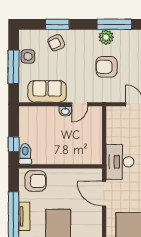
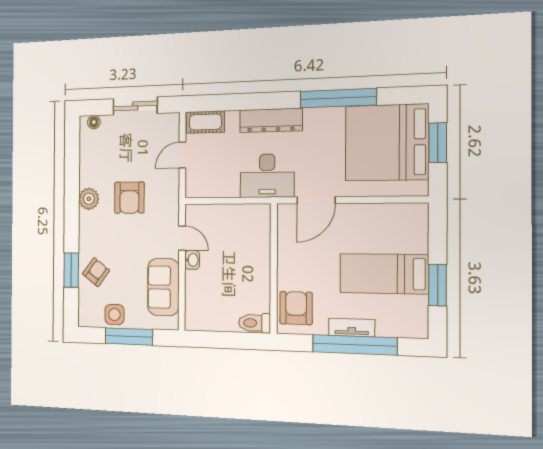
window: (114, 24) -> (72, 187), removed
armchair: (56, 43) -> (96, 272), turned -118
window: (14, 144) -> (240, 341), removed

